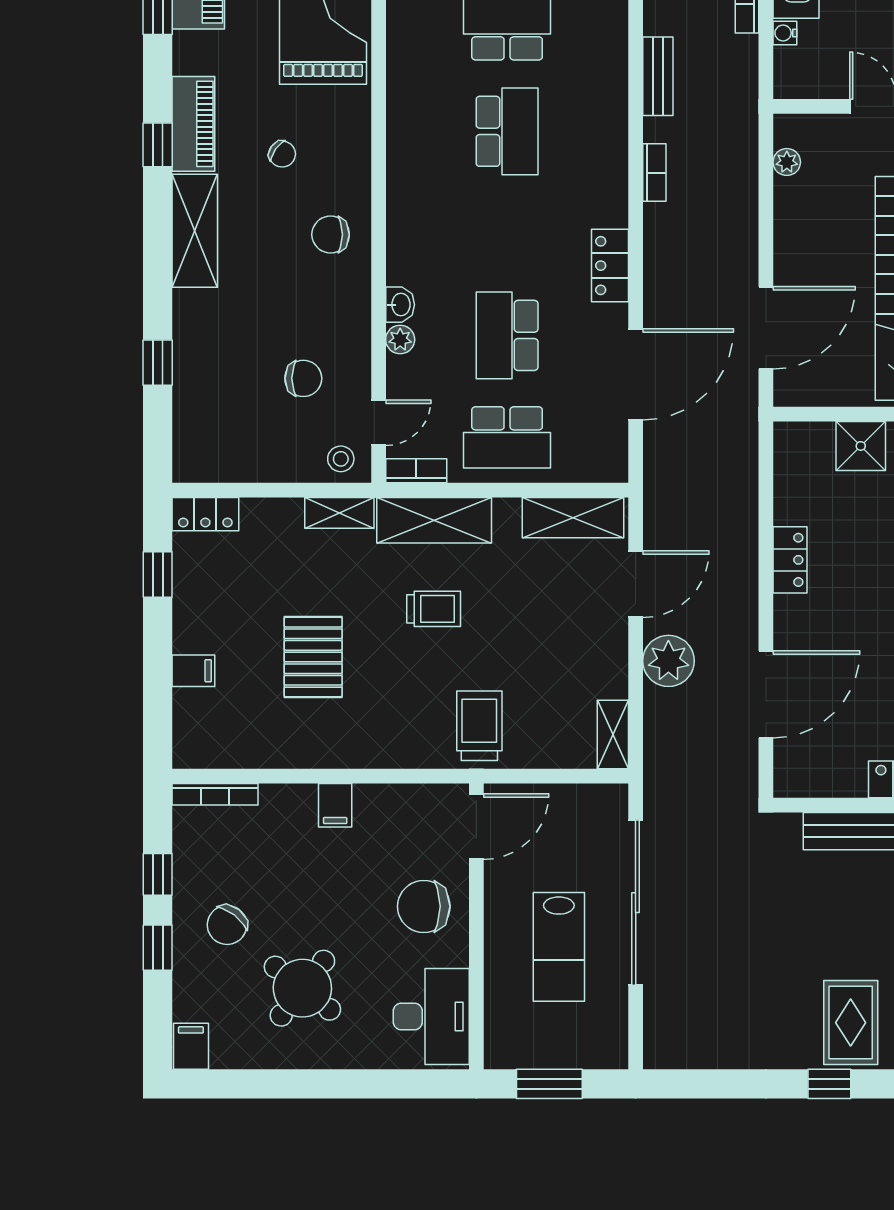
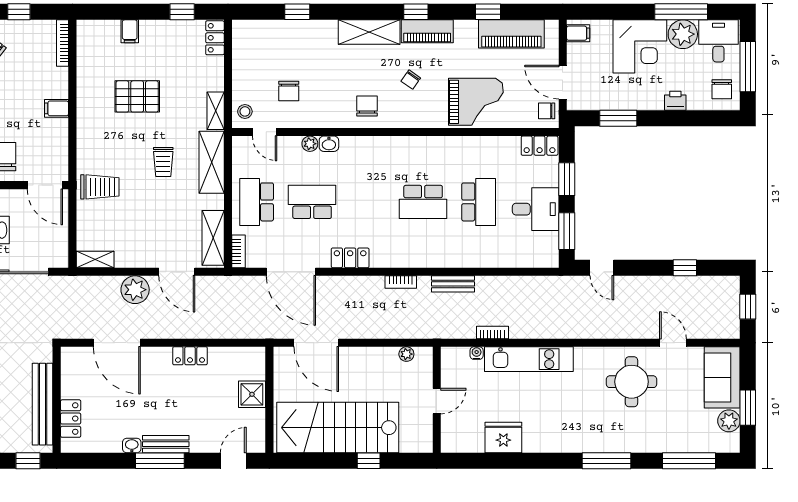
bookcase: (416, 471) -> (239, 251), moved

